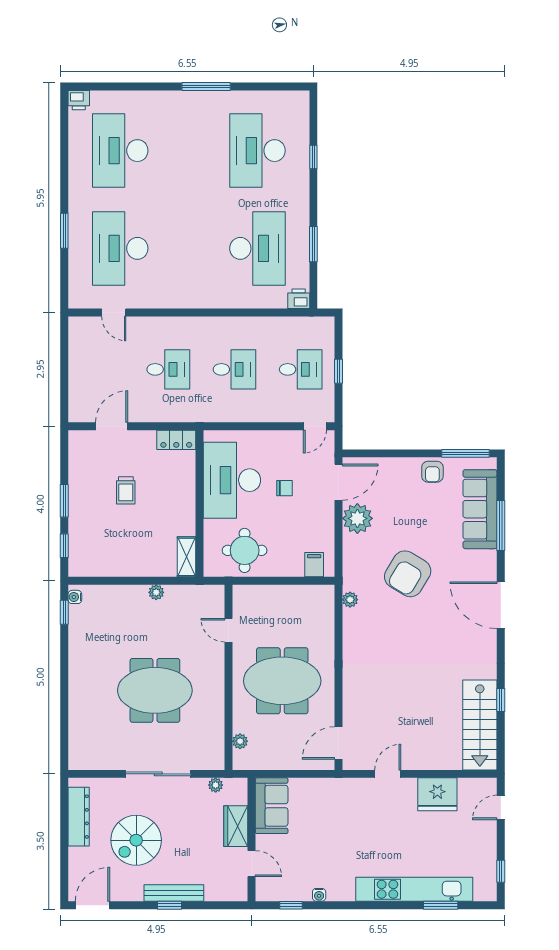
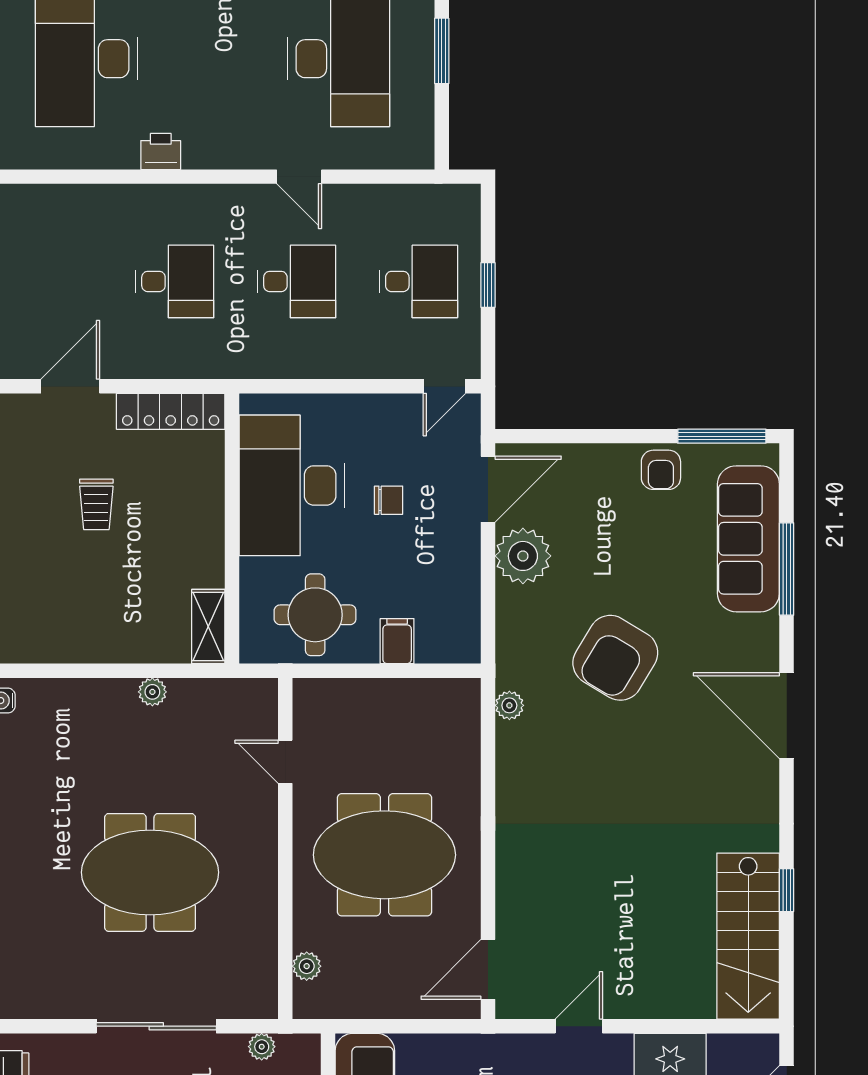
printer: (299, 299) -> (161, 151), moved
door: (114, 312) -> (299, 177), moved
locker: (176, 440) -> (171, 411), width x1.53
filing cabinet: (314, 565) -> (397, 641), moved

